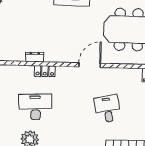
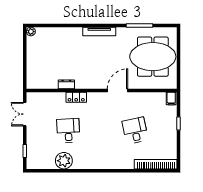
desk: (35, 107) -> (68, 131), width x0.73

